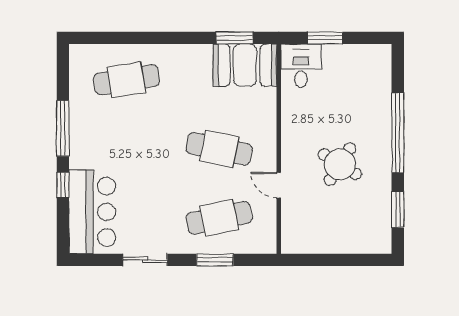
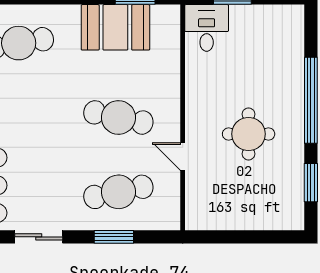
booth: (245, 65) -> (115, 27), moved
round table: (340, 164) -> (249, 134), turned -32

